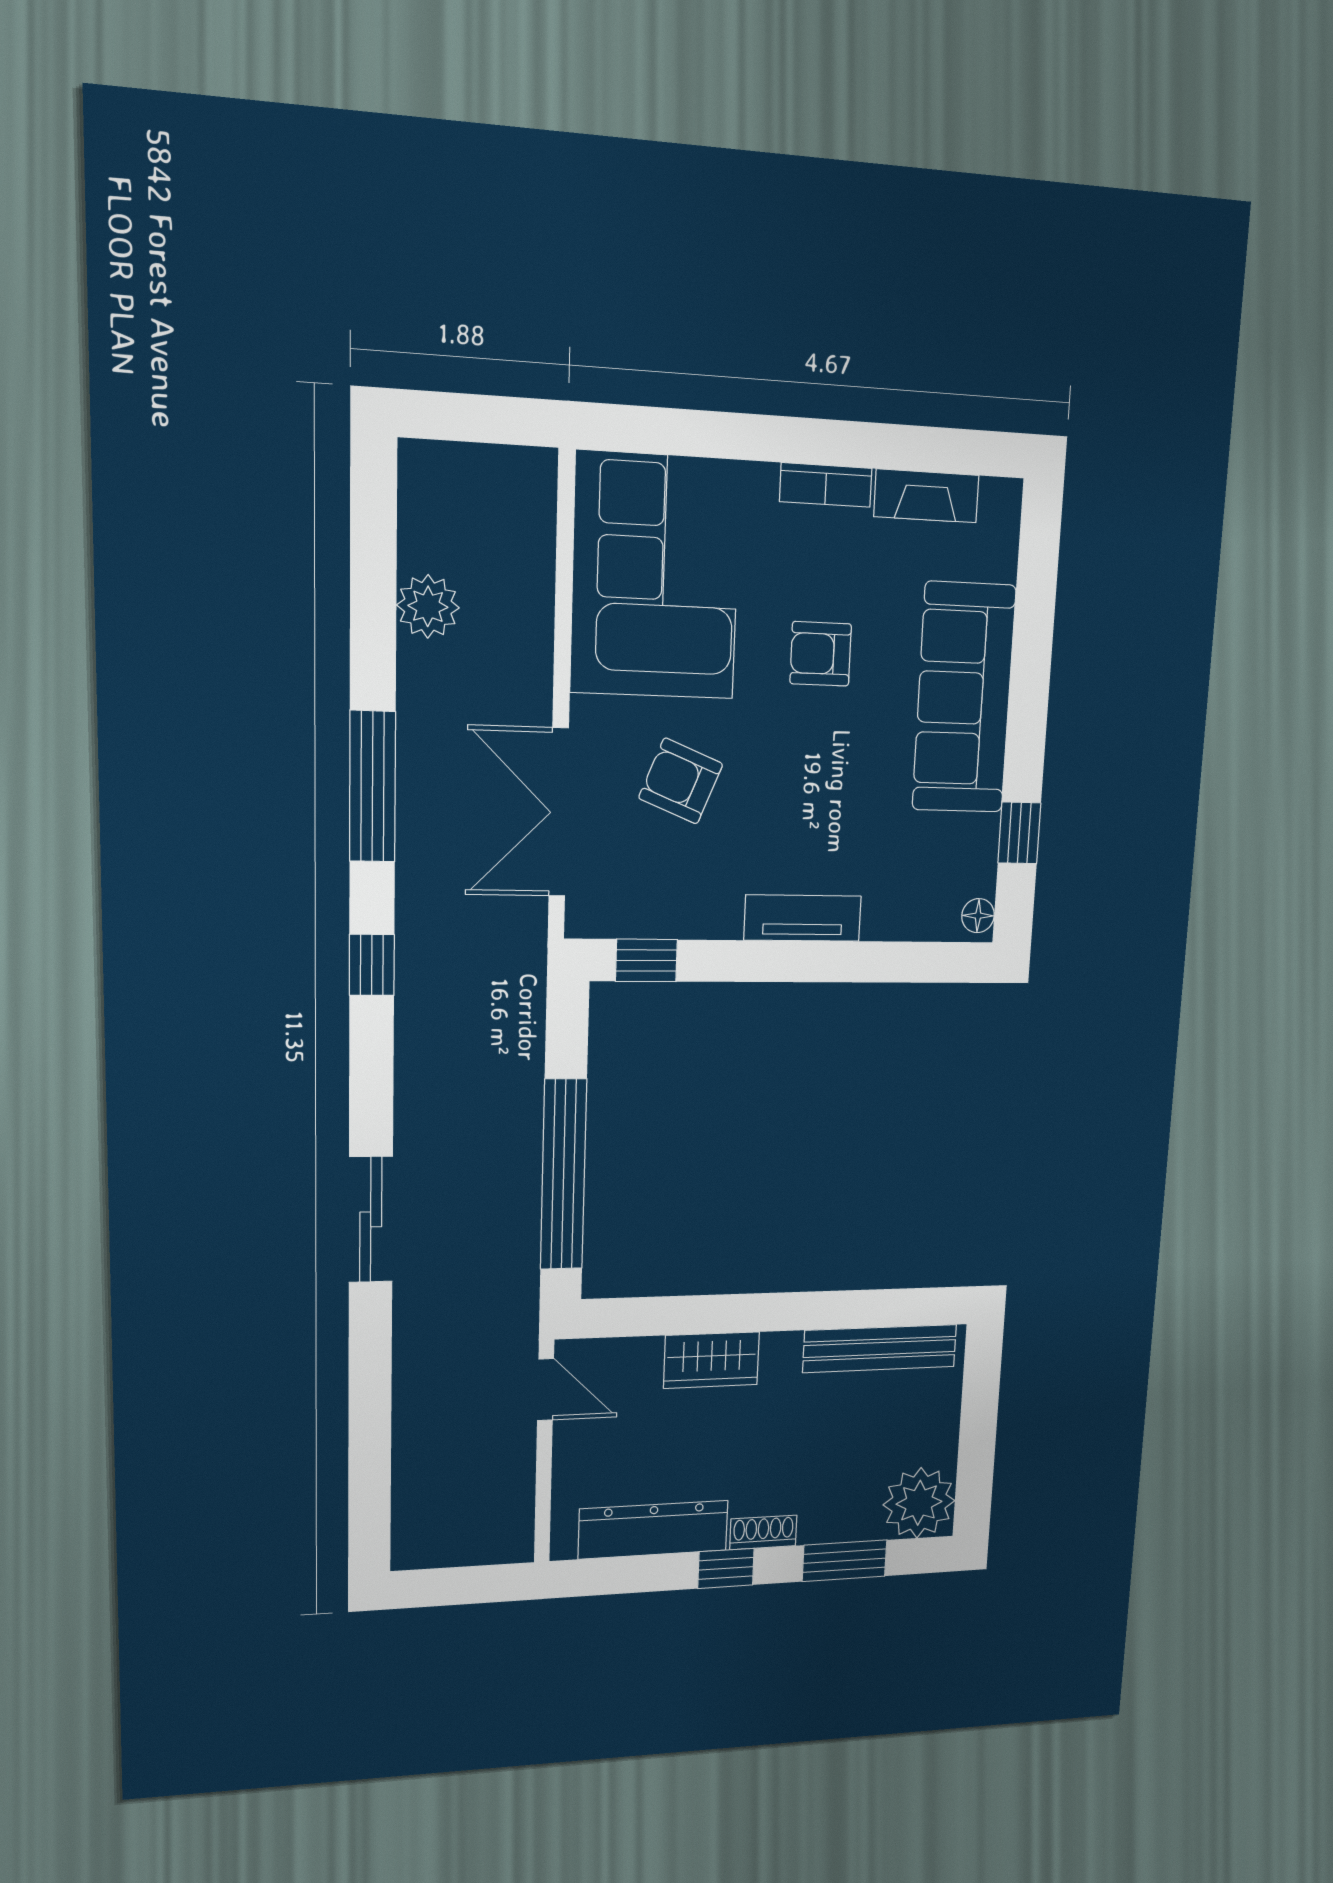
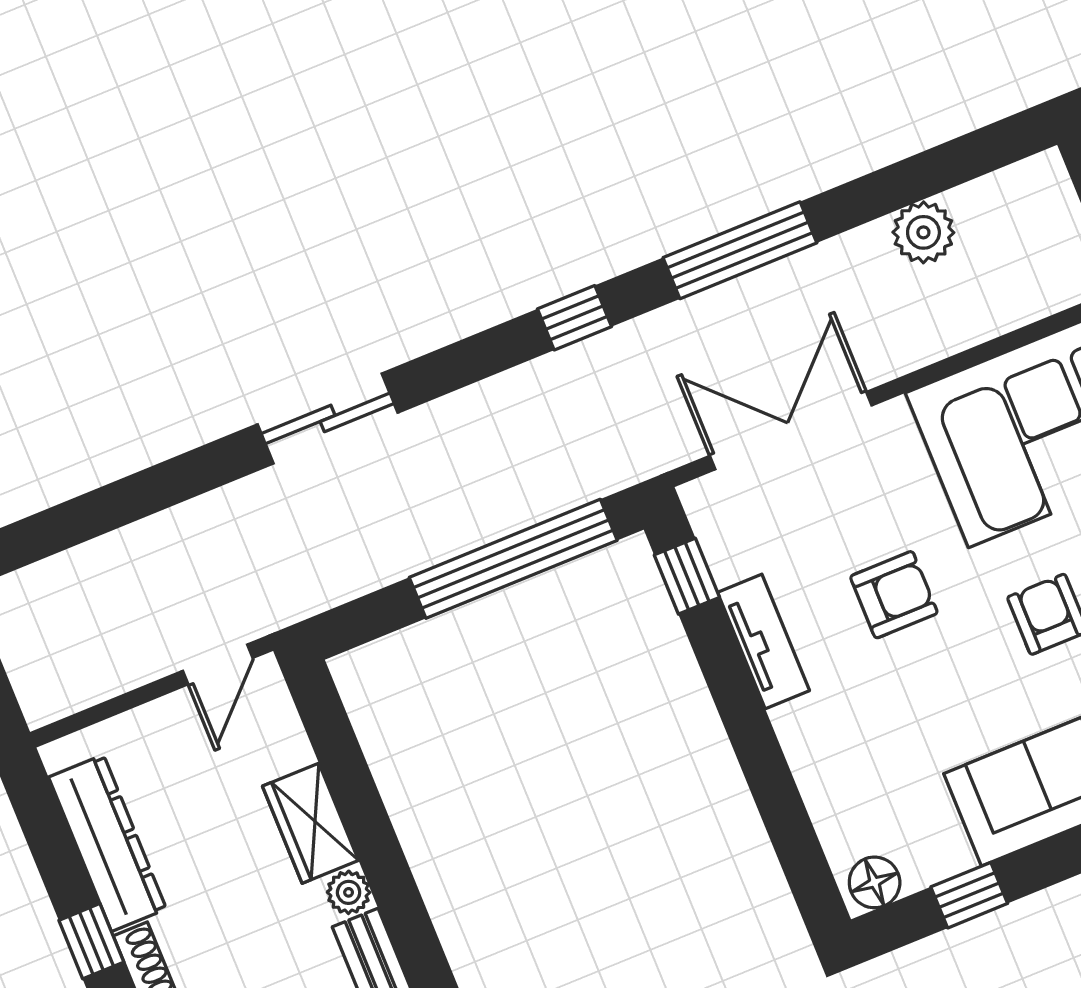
armchair: (681, 781) -> (894, 595), moved, turned 68
floor lamp: (978, 916) -> (875, 882), width x1.37, depth x1.37
tv unit: (803, 918) -> (764, 641), moved
window: (564, 1175) -> (513, 559), moved
plant: (781, 1350) -> (349, 892), added

